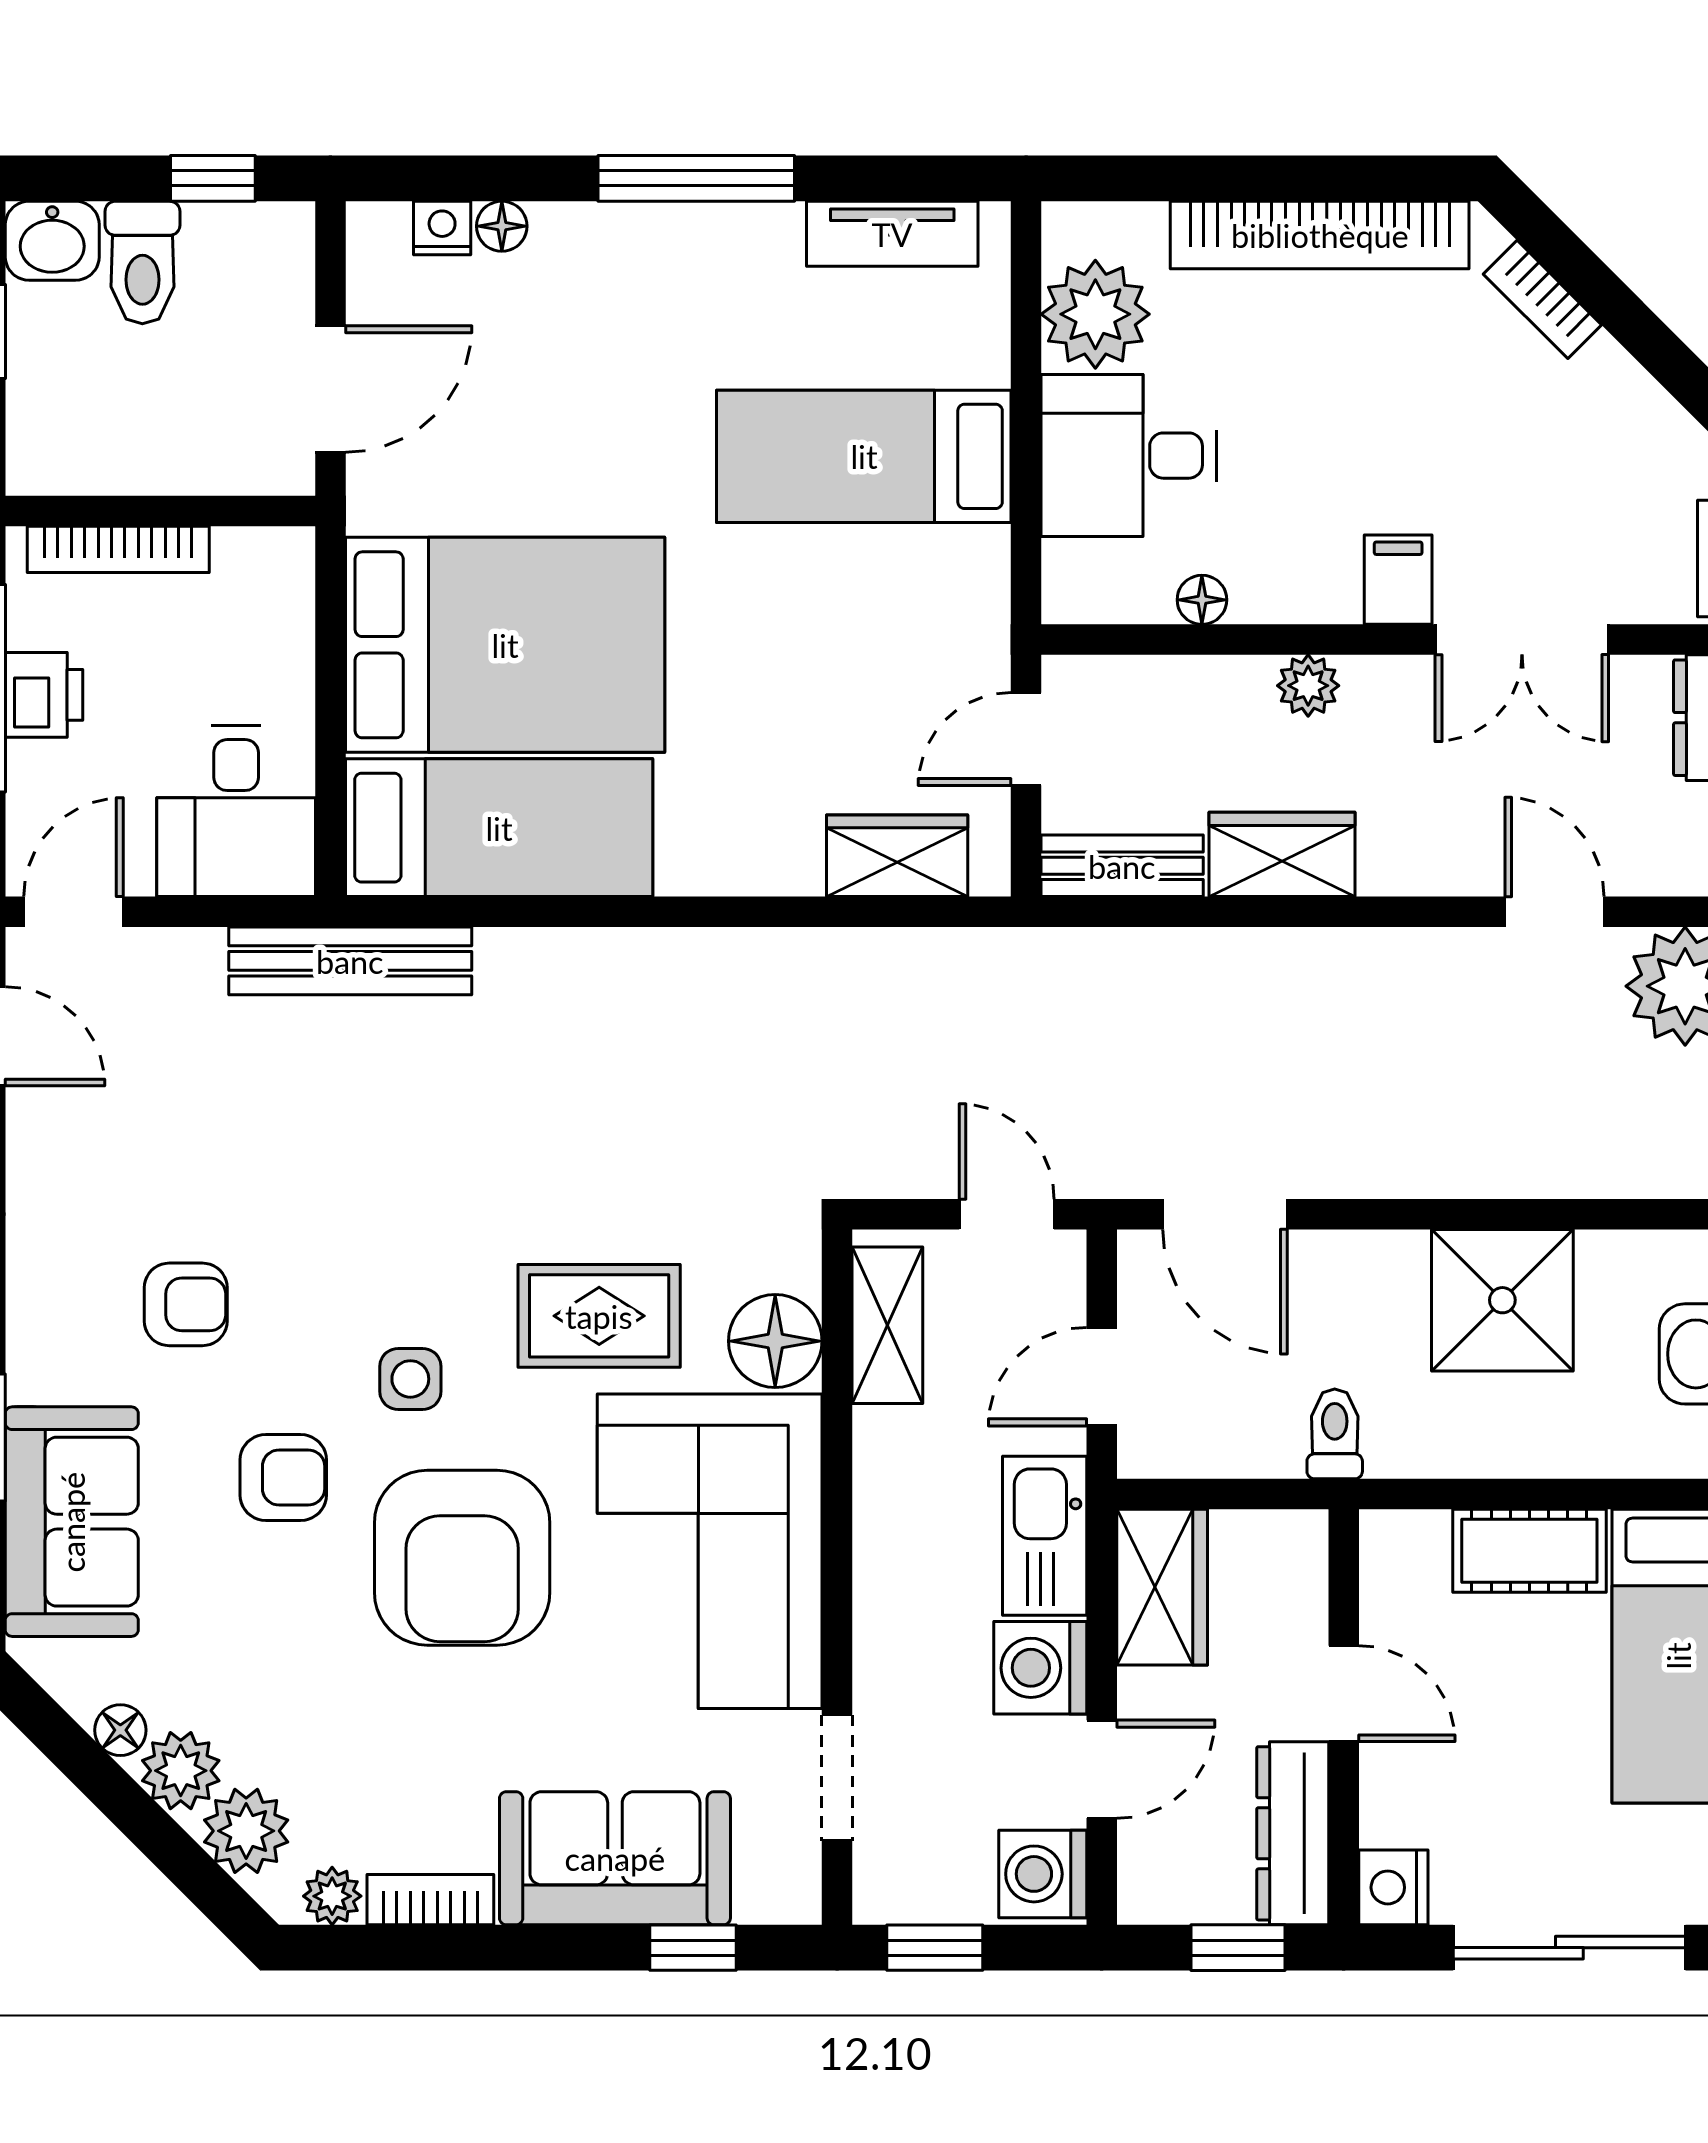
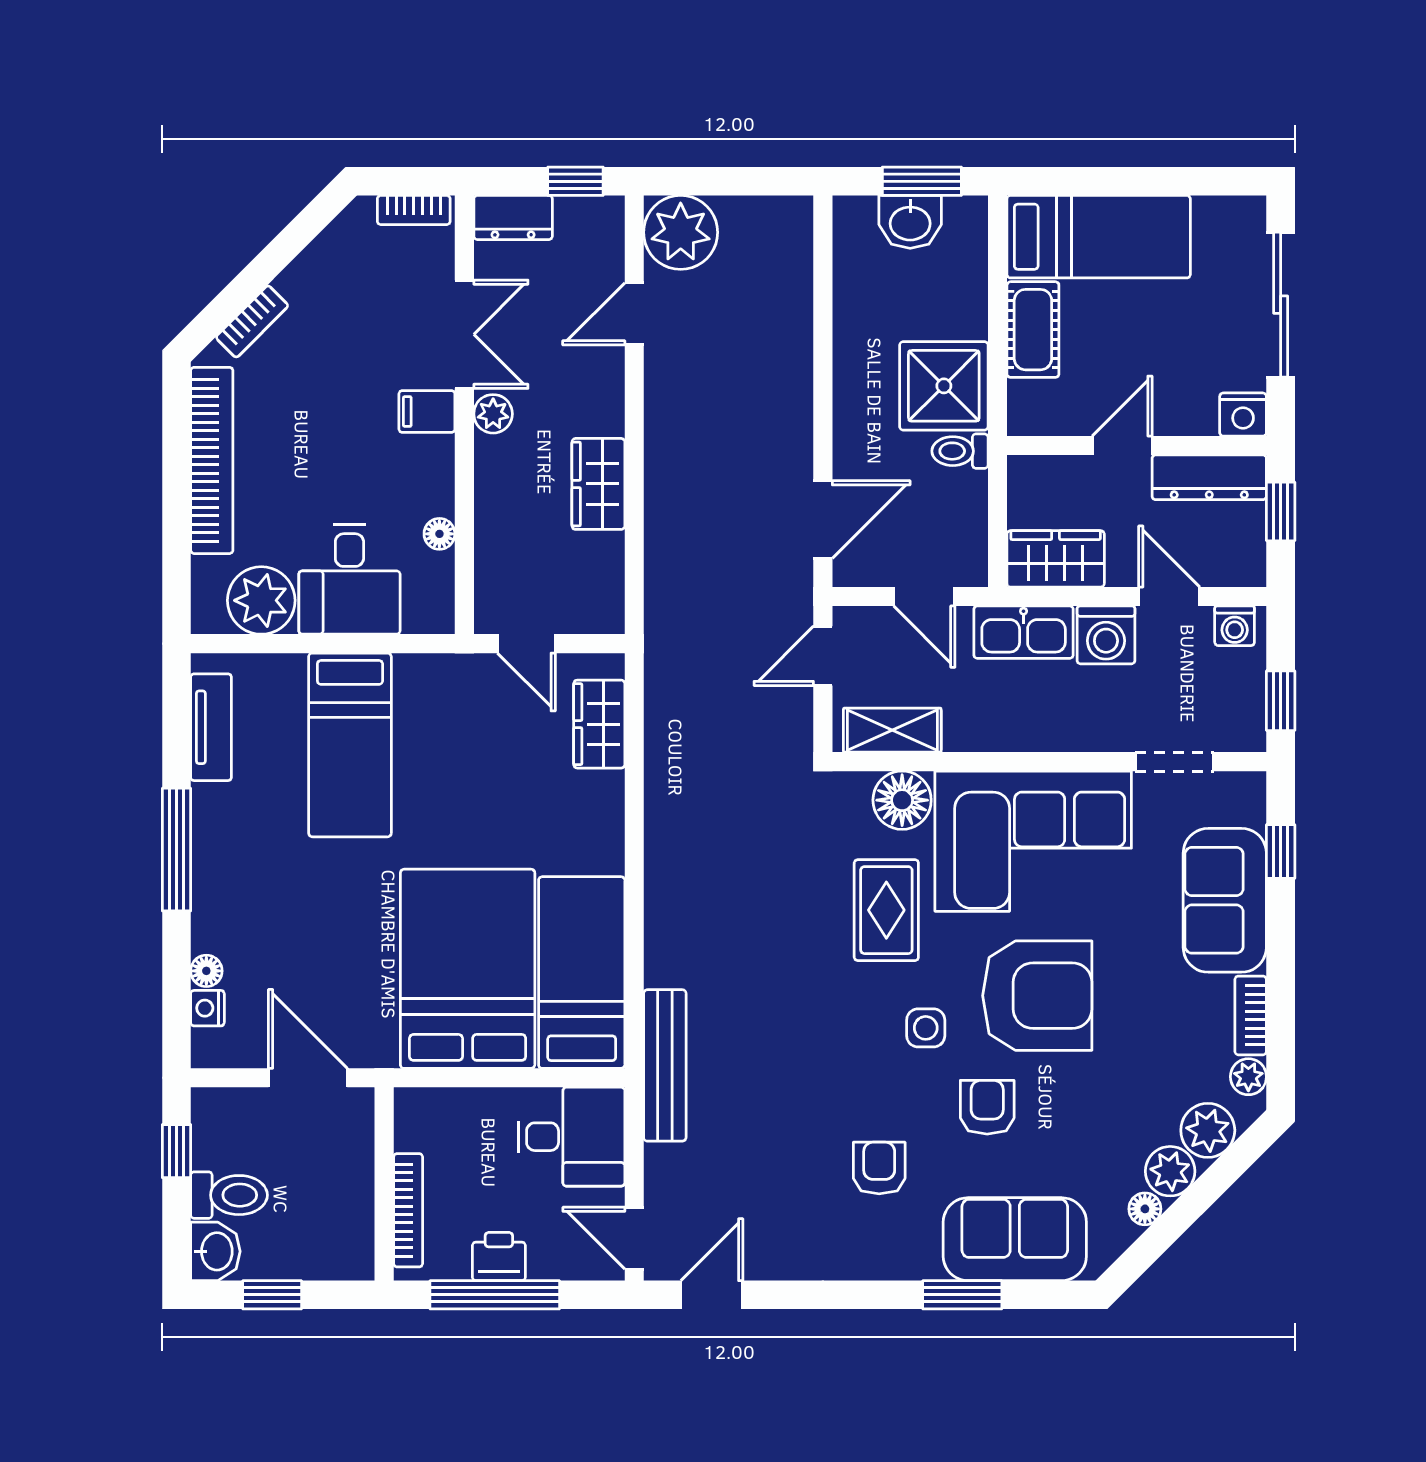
plant: (1308, 686) -> (493, 414), moved
bench: (1122, 866) -> (605, 584), removed
shower: (1502, 1300) -> (944, 386), moved
washing machine: (1043, 1874) -> (1235, 626), width x0.73, depth x0.73

